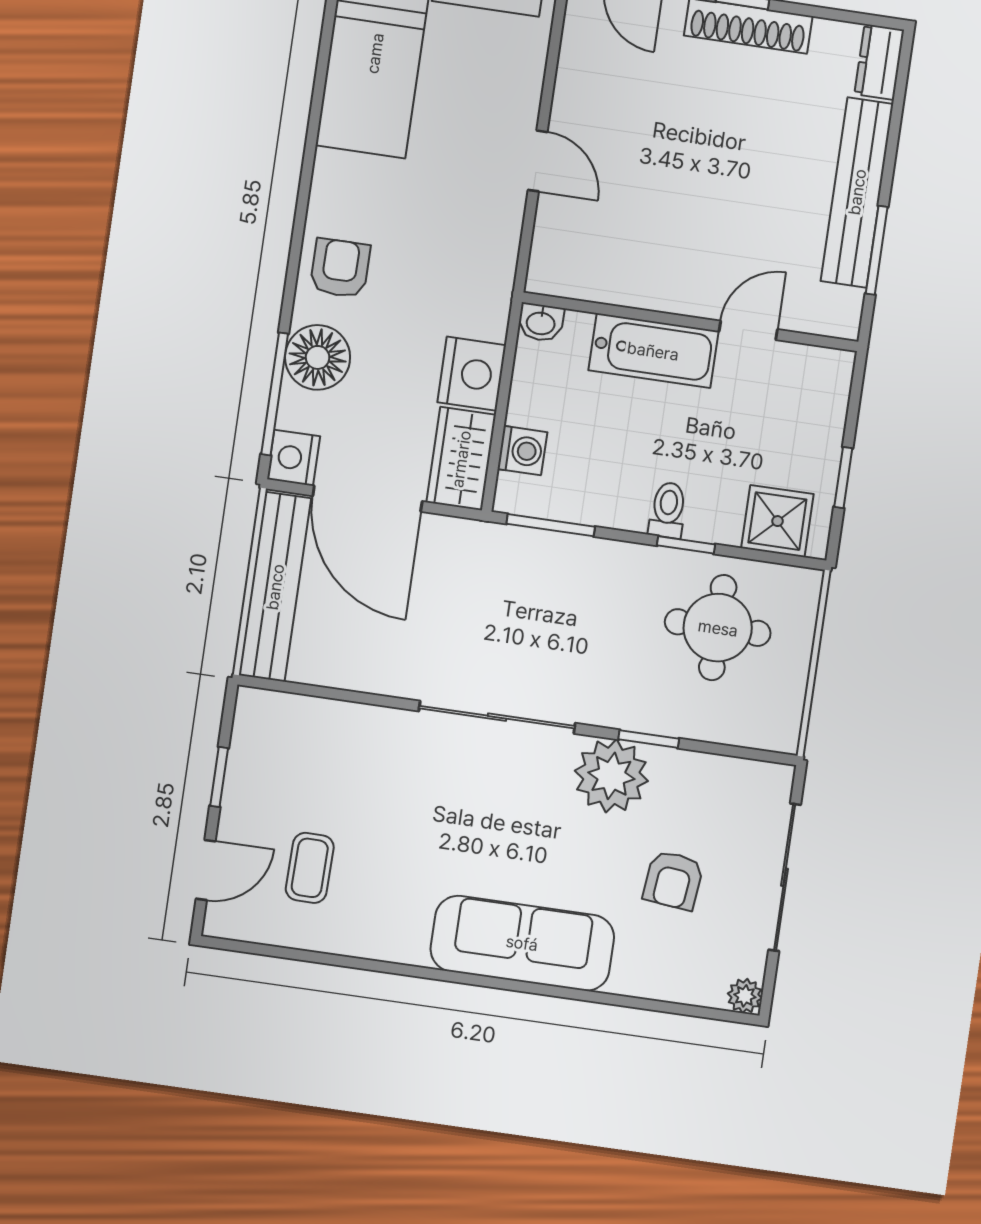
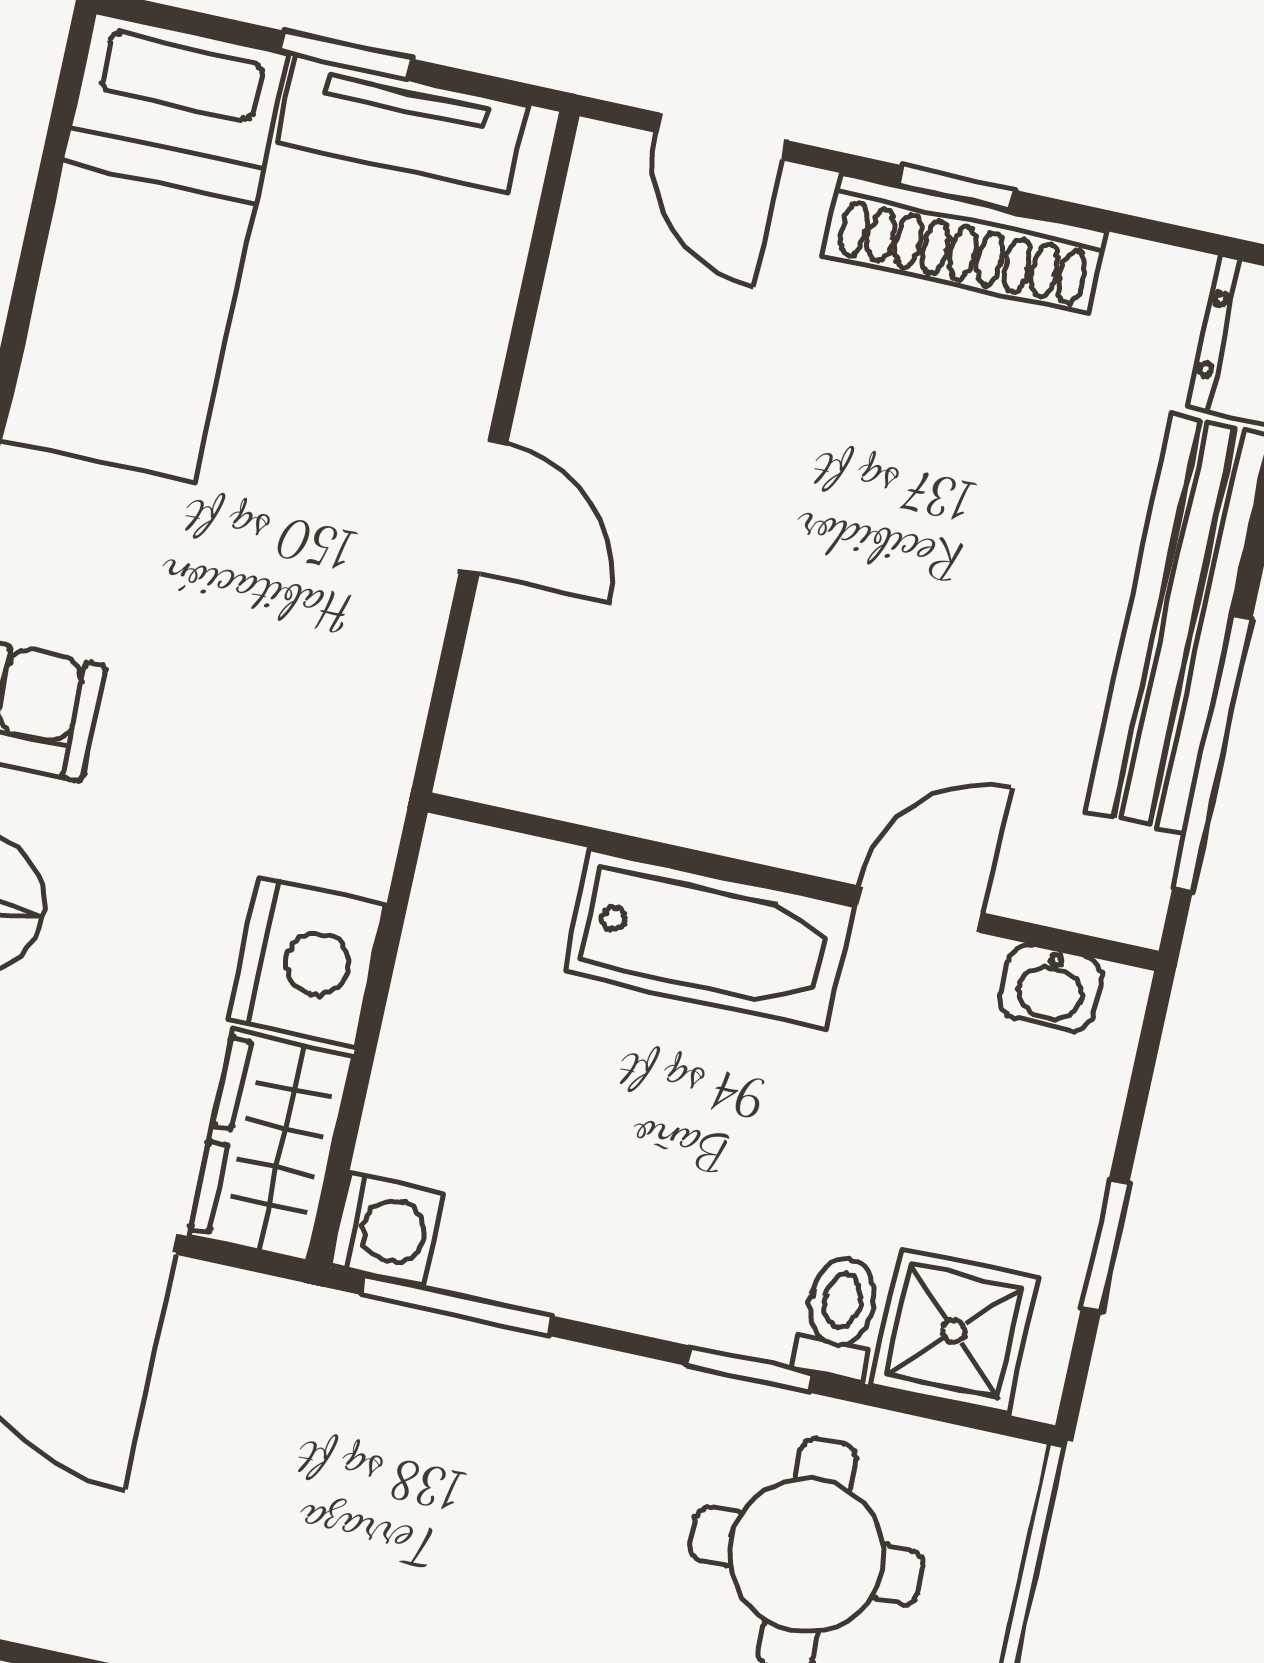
window: (877, 250) -> (1212, 753), width x1.44
washbasin: (541, 322) -> (1051, 988), moved
washing machine: (522, 451) -> (386, 1230), moved
toilet: (668, 510) -> (839, 1317), moved

